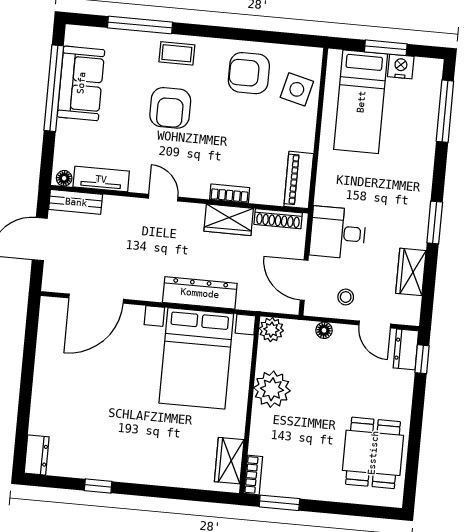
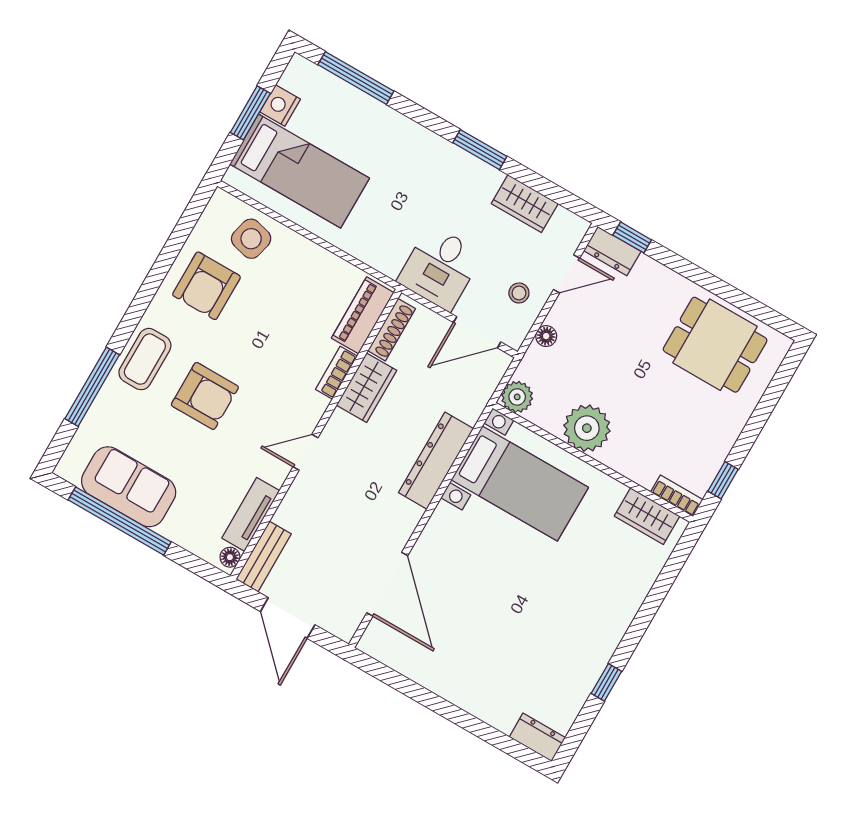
coffee table: (177, 53) -> (145, 359), width x1.36, depth x1.30
piano: (299, 180) -> (363, 315), moved, turned 90
bed with nightstands: (196, 358) -> (520, 484), width x0.73
window: (279, 503) -> (723, 480), width x0.67

